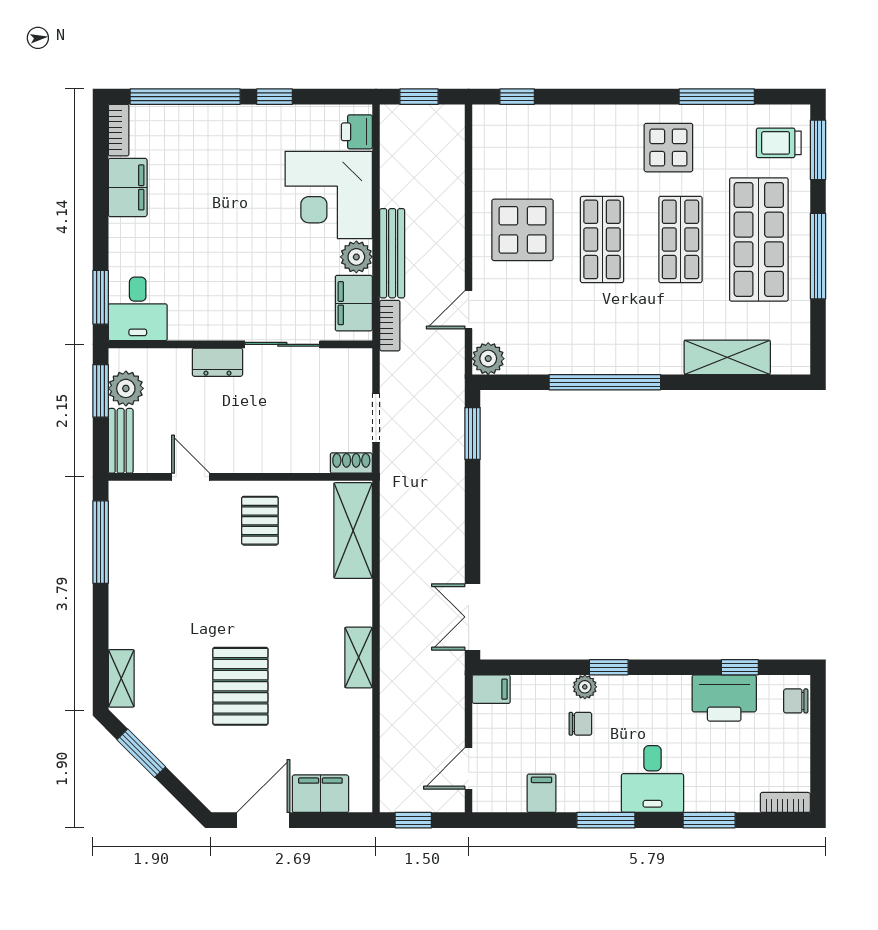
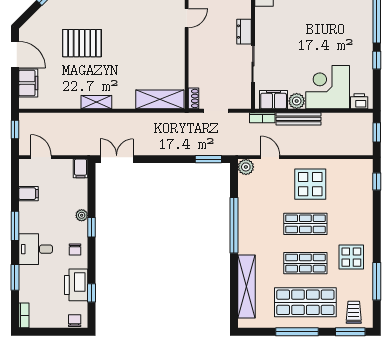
shelving: (727, 357) -> (246, 286), width x1.47
pallet: (260, 521) -> (165, 53), removed
chair: (580, 724) -> (75, 250), moved

